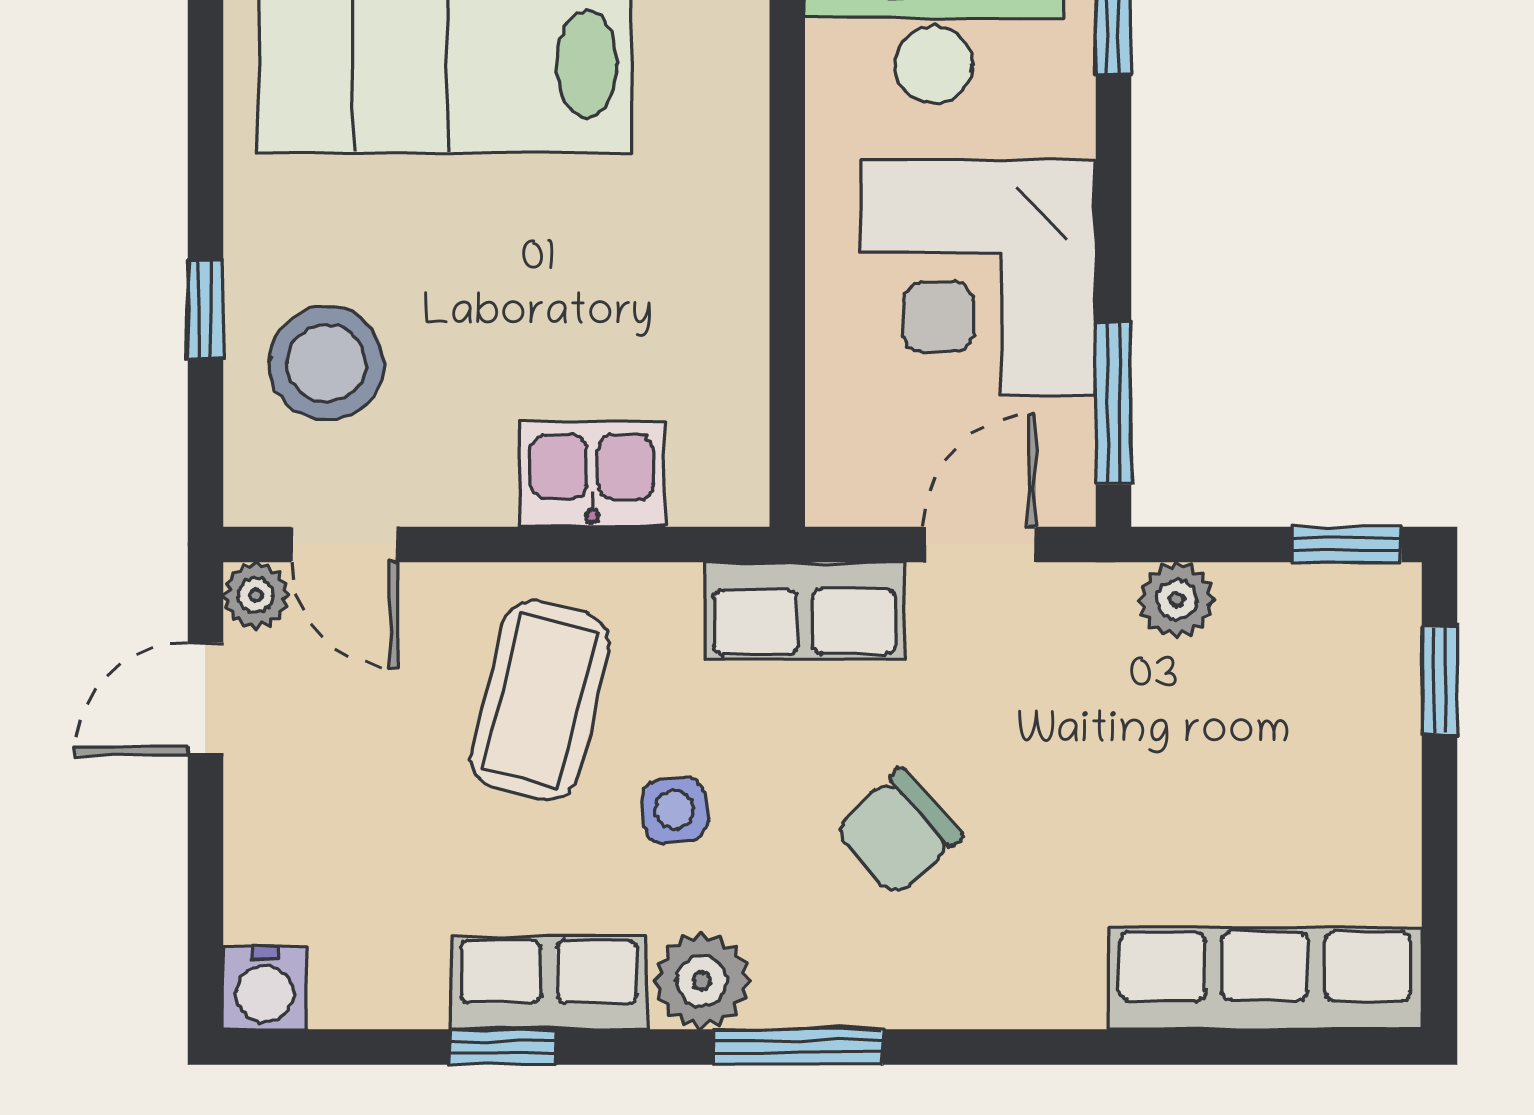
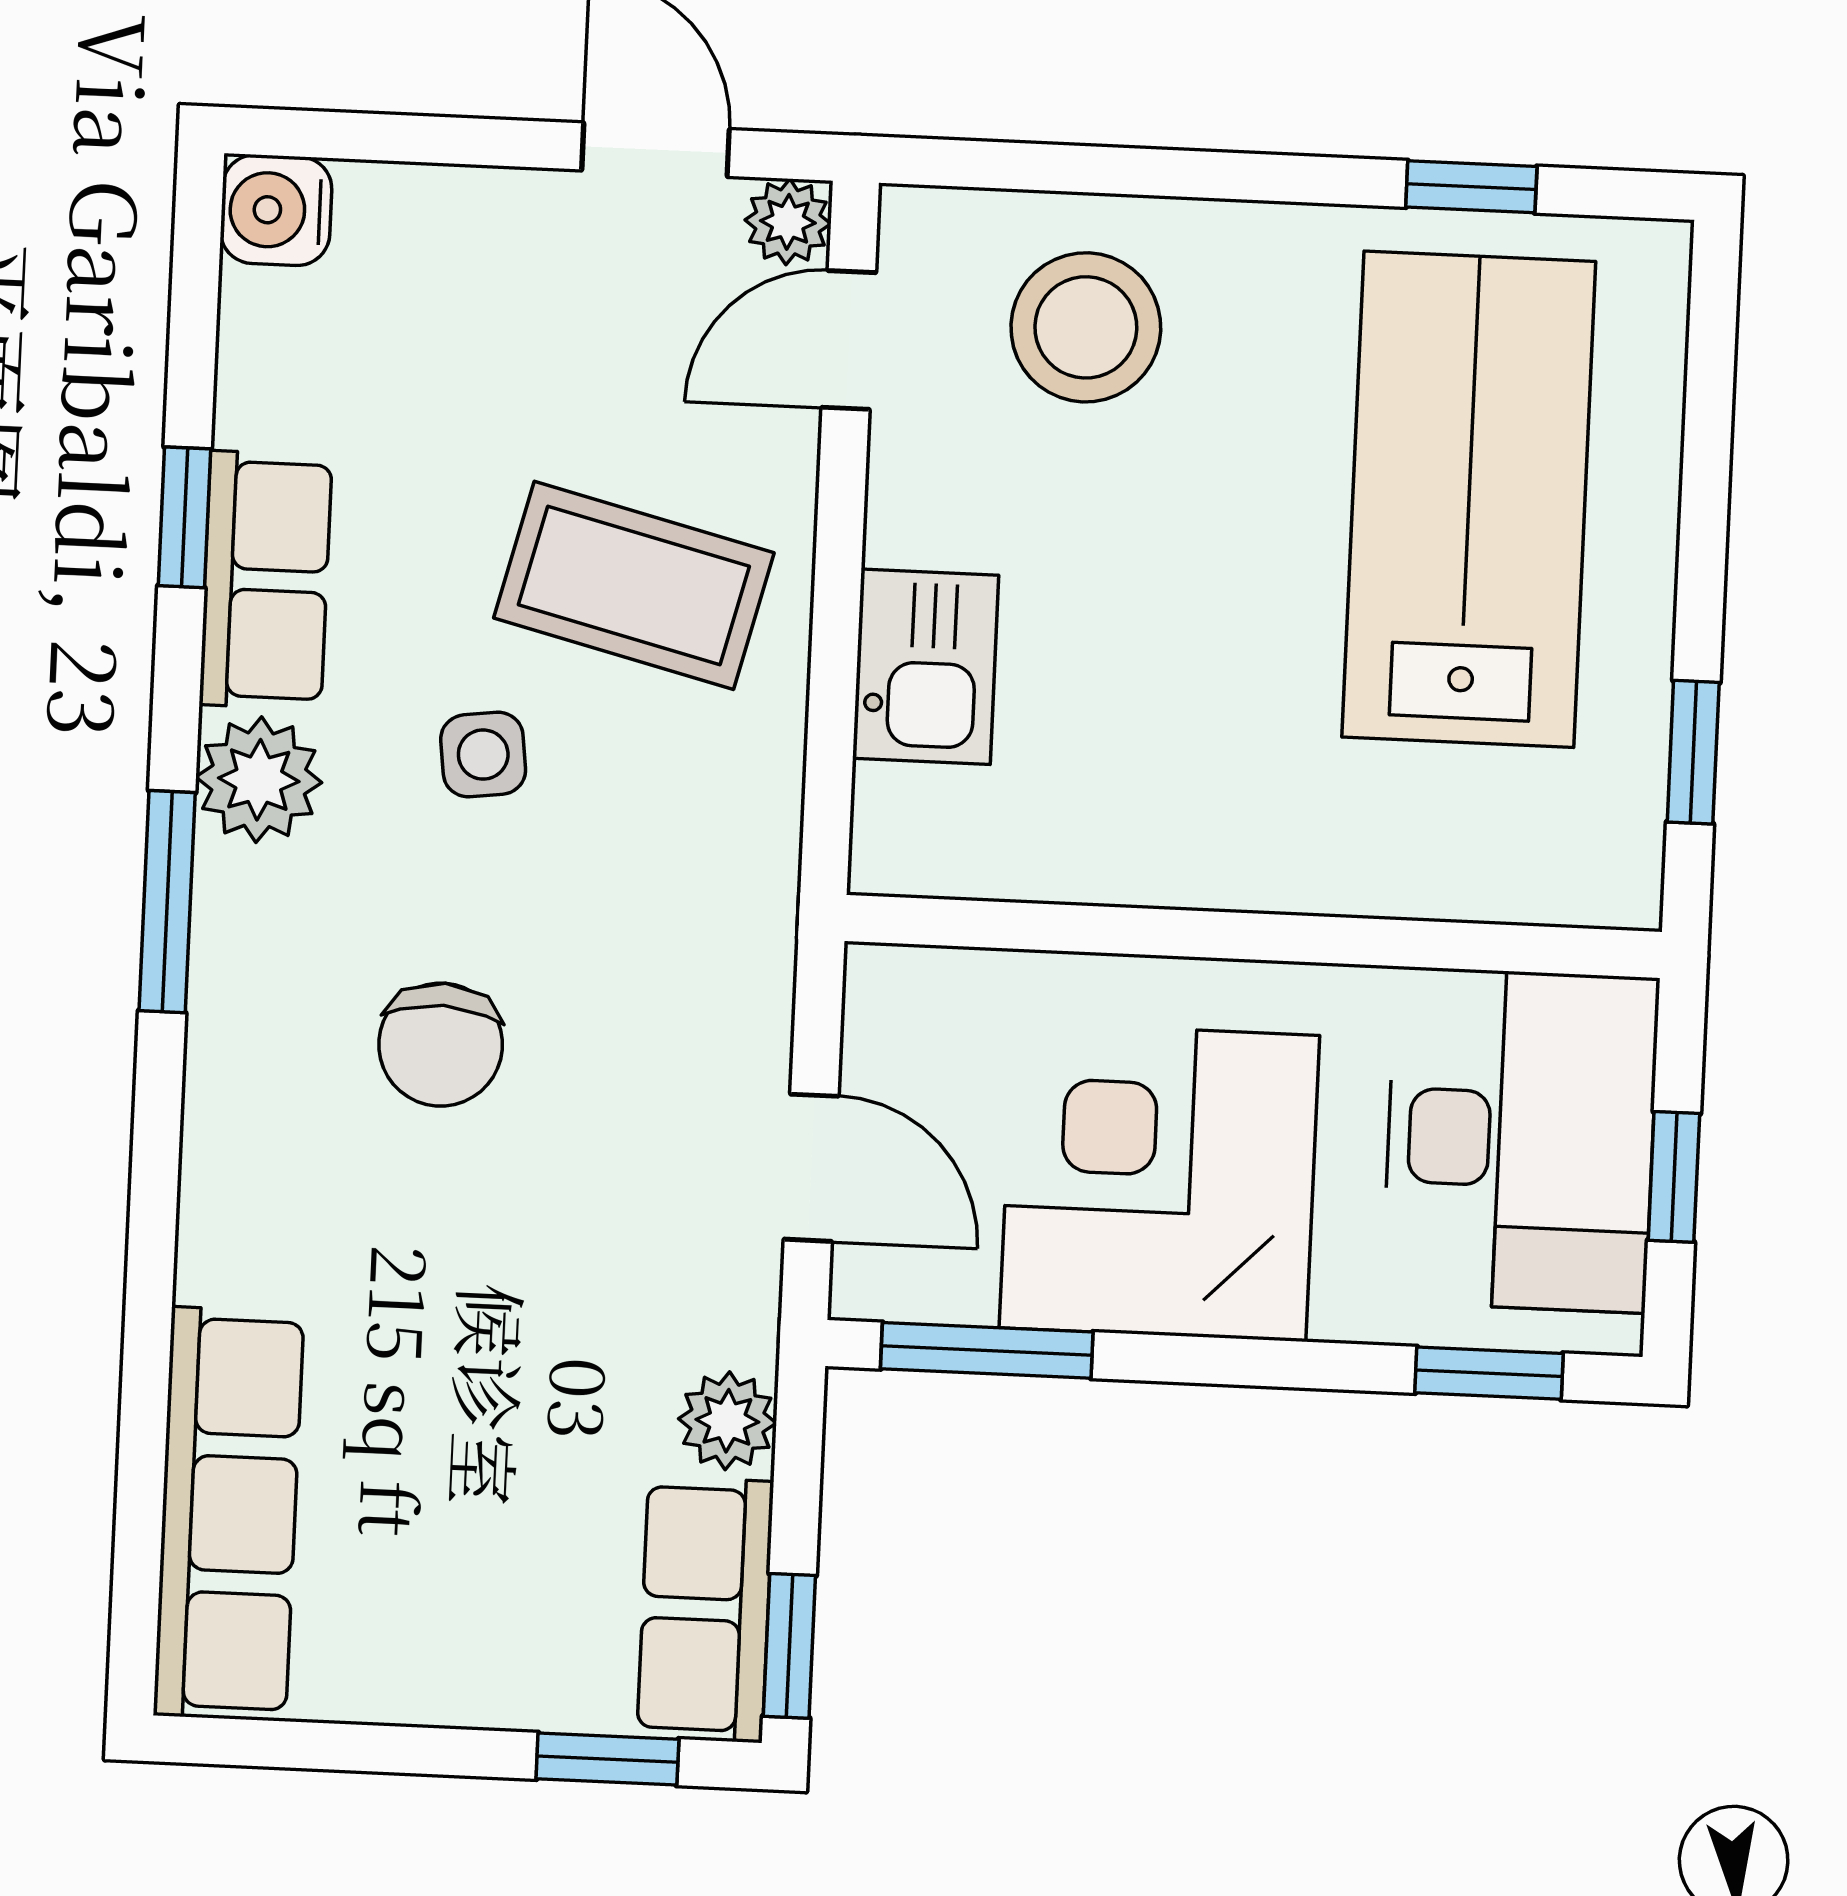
window: (205, 309) -> (1471, 187), moved
row of seats: (805, 610) -> (705, 1609), moved
chair: (898, 832) -> (441, 1045), turned -136

